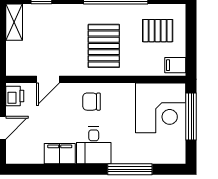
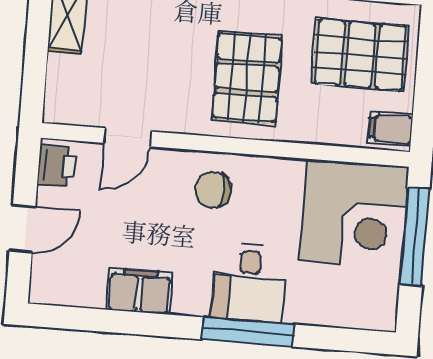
pallet: (158, 31) -> (360, 55), width x1.50, depth x1.42
desk: (94, 145) -> (249, 283), moved
window: (130, 169) -> (248, 332), moved

